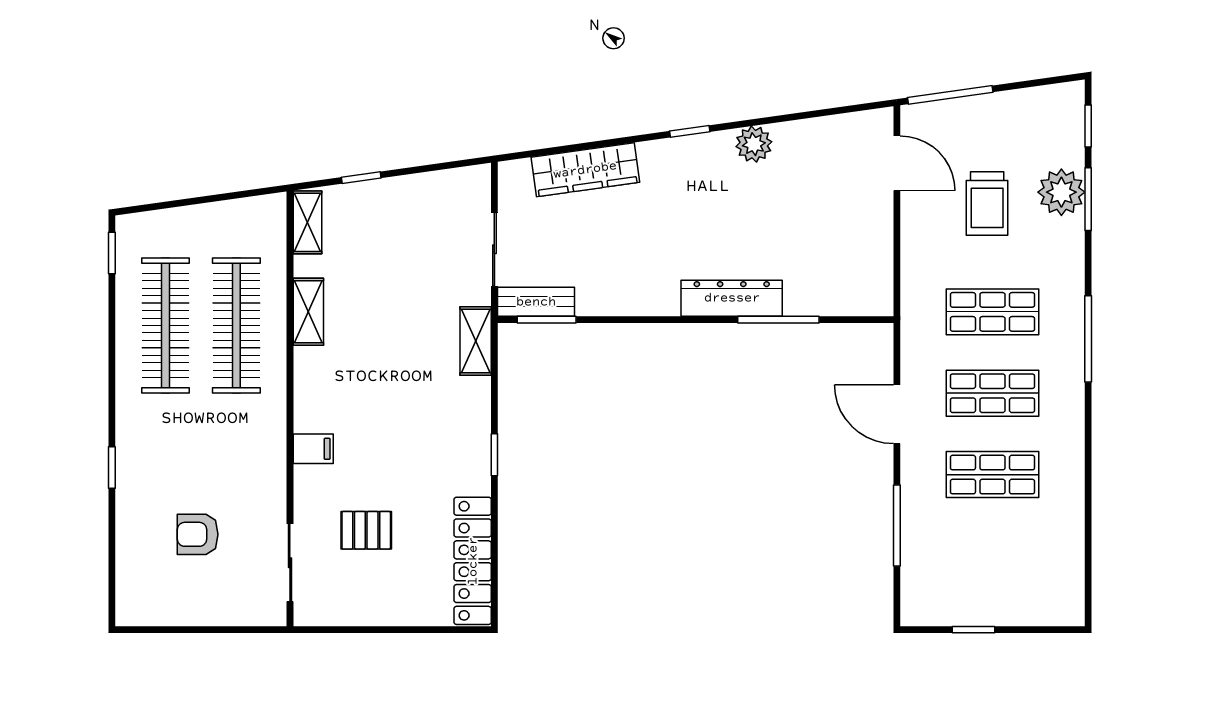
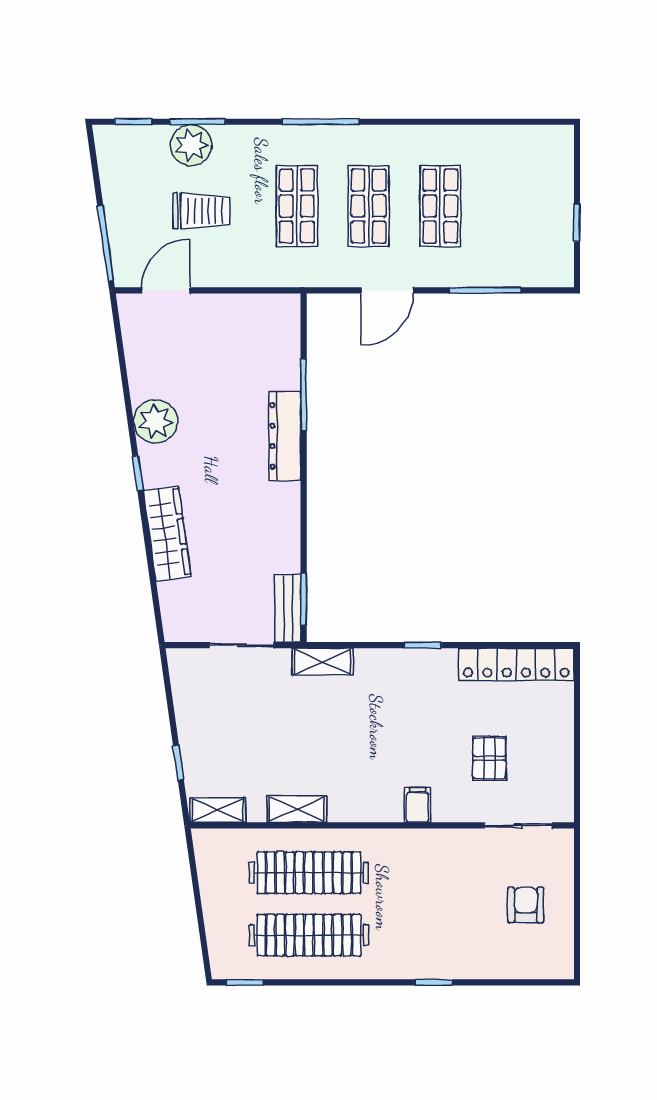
plant: (754, 144) -> (156, 421), width x1.36, depth x1.36
wardrobe: (585, 170) -> (167, 533), moved
armchair: (198, 534) -> (526, 905), moved, turned 180

